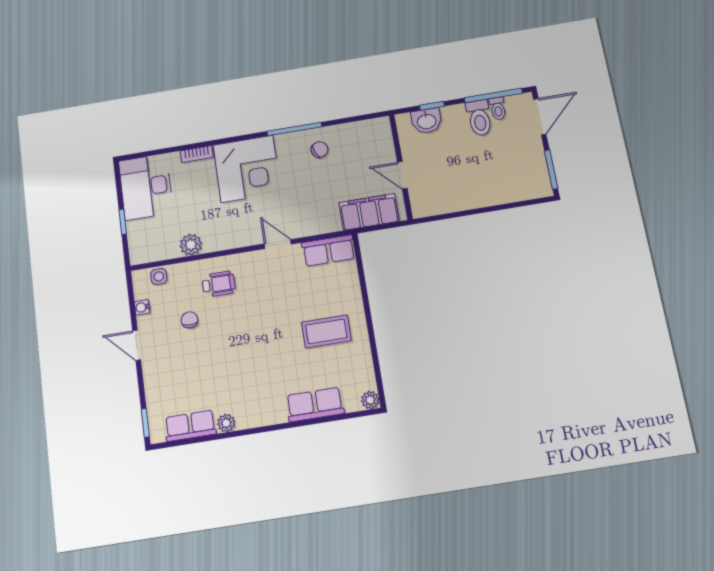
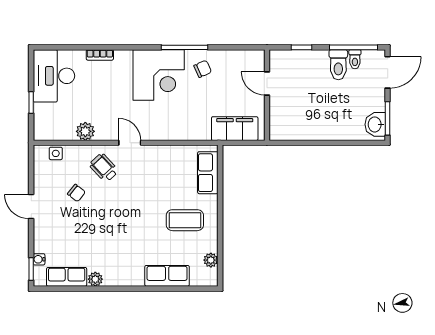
washbasin: (427, 121) -> (375, 124), moved, turned 90
corner desk: (247, 169) -> (159, 75), moved
door: (402, 175) -> (267, 83), moved
door: (278, 244) -> (130, 143), moved
row of seats: (329, 250) -> (208, 173), moved, turned 90
wheelchair: (219, 284) -> (104, 168), turned -133
water cooler: (142, 307) -> (39, 259), moved
chair: (189, 320) -> (76, 193), turned 128
plant: (370, 400) -> (211, 260), moved

